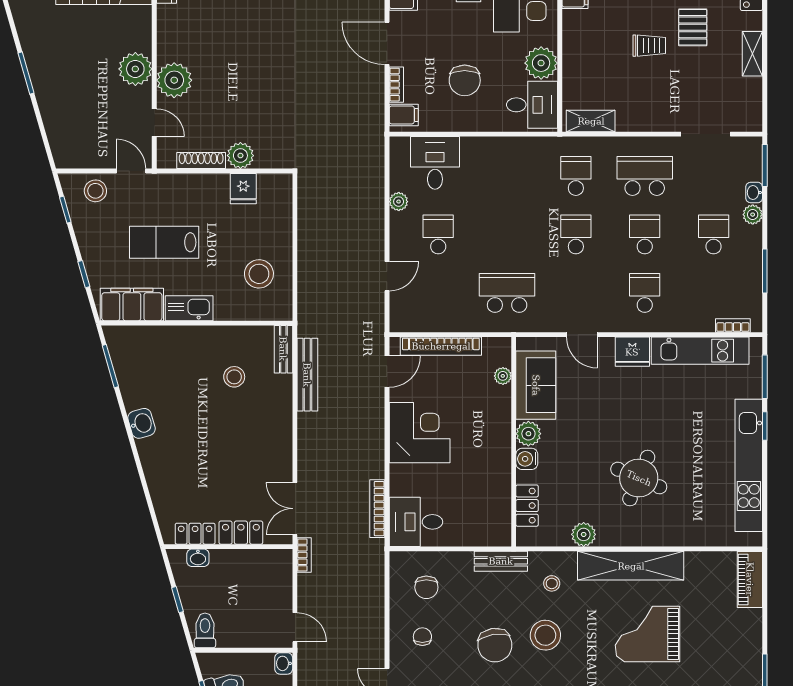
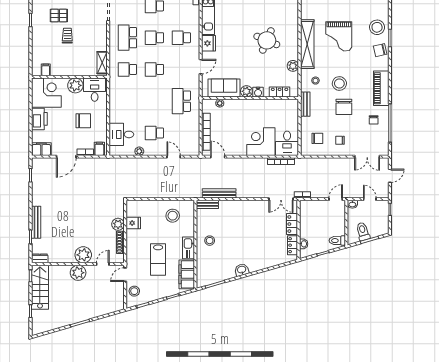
stool: (234, 377) -> (210, 241), moved
corner desk: (420, 433) -> (261, 142), moved
chair: (495, 645) -> (344, 107), turned 99

